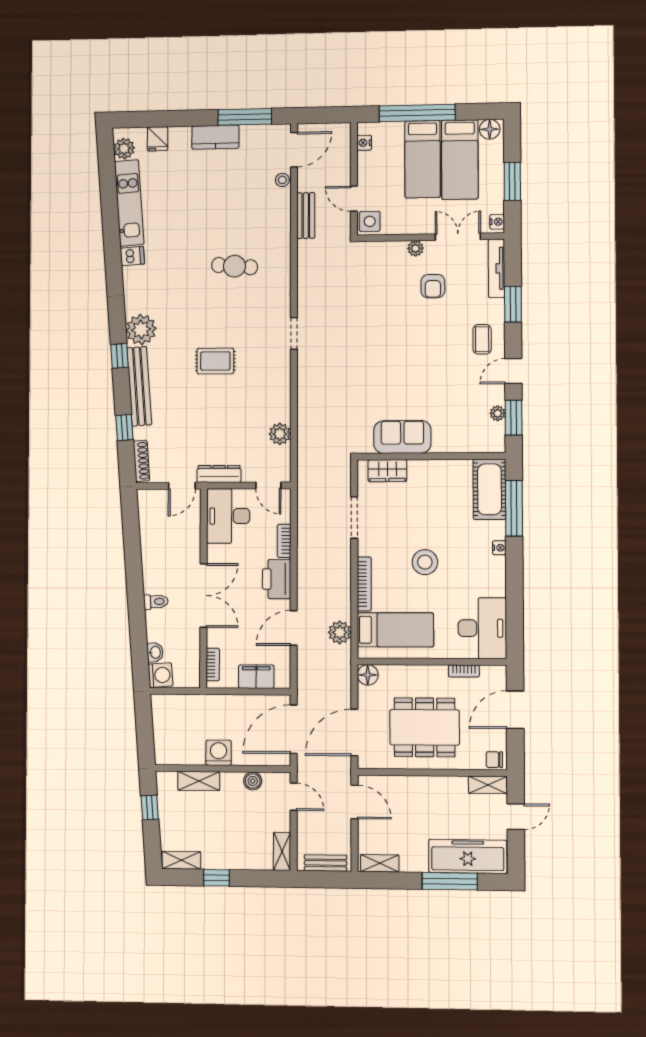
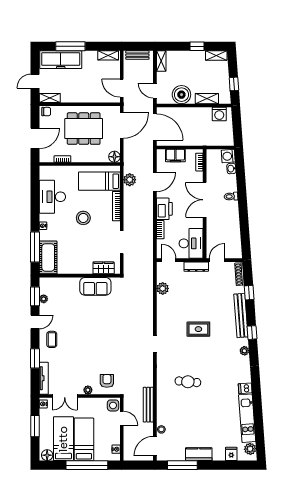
bench: (306, 216) -> (148, 405), width x1.36
armchair: (433, 286) -> (107, 381), moved
plant: (141, 330) -> (244, 351), width x0.53, depth x0.53
desk: (482, 628) -> (52, 197), moved
door: (294, 729) -> (155, 127), hinge flipped
washing machine: (219, 753) -> (219, 114), moved
boiler: (253, 781) -> (181, 95), width x1.86, depth x1.86

